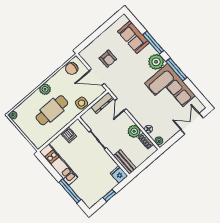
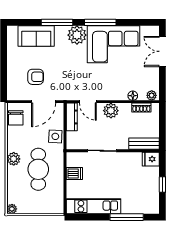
plant: (134, 131) -> (111, 111), moved

